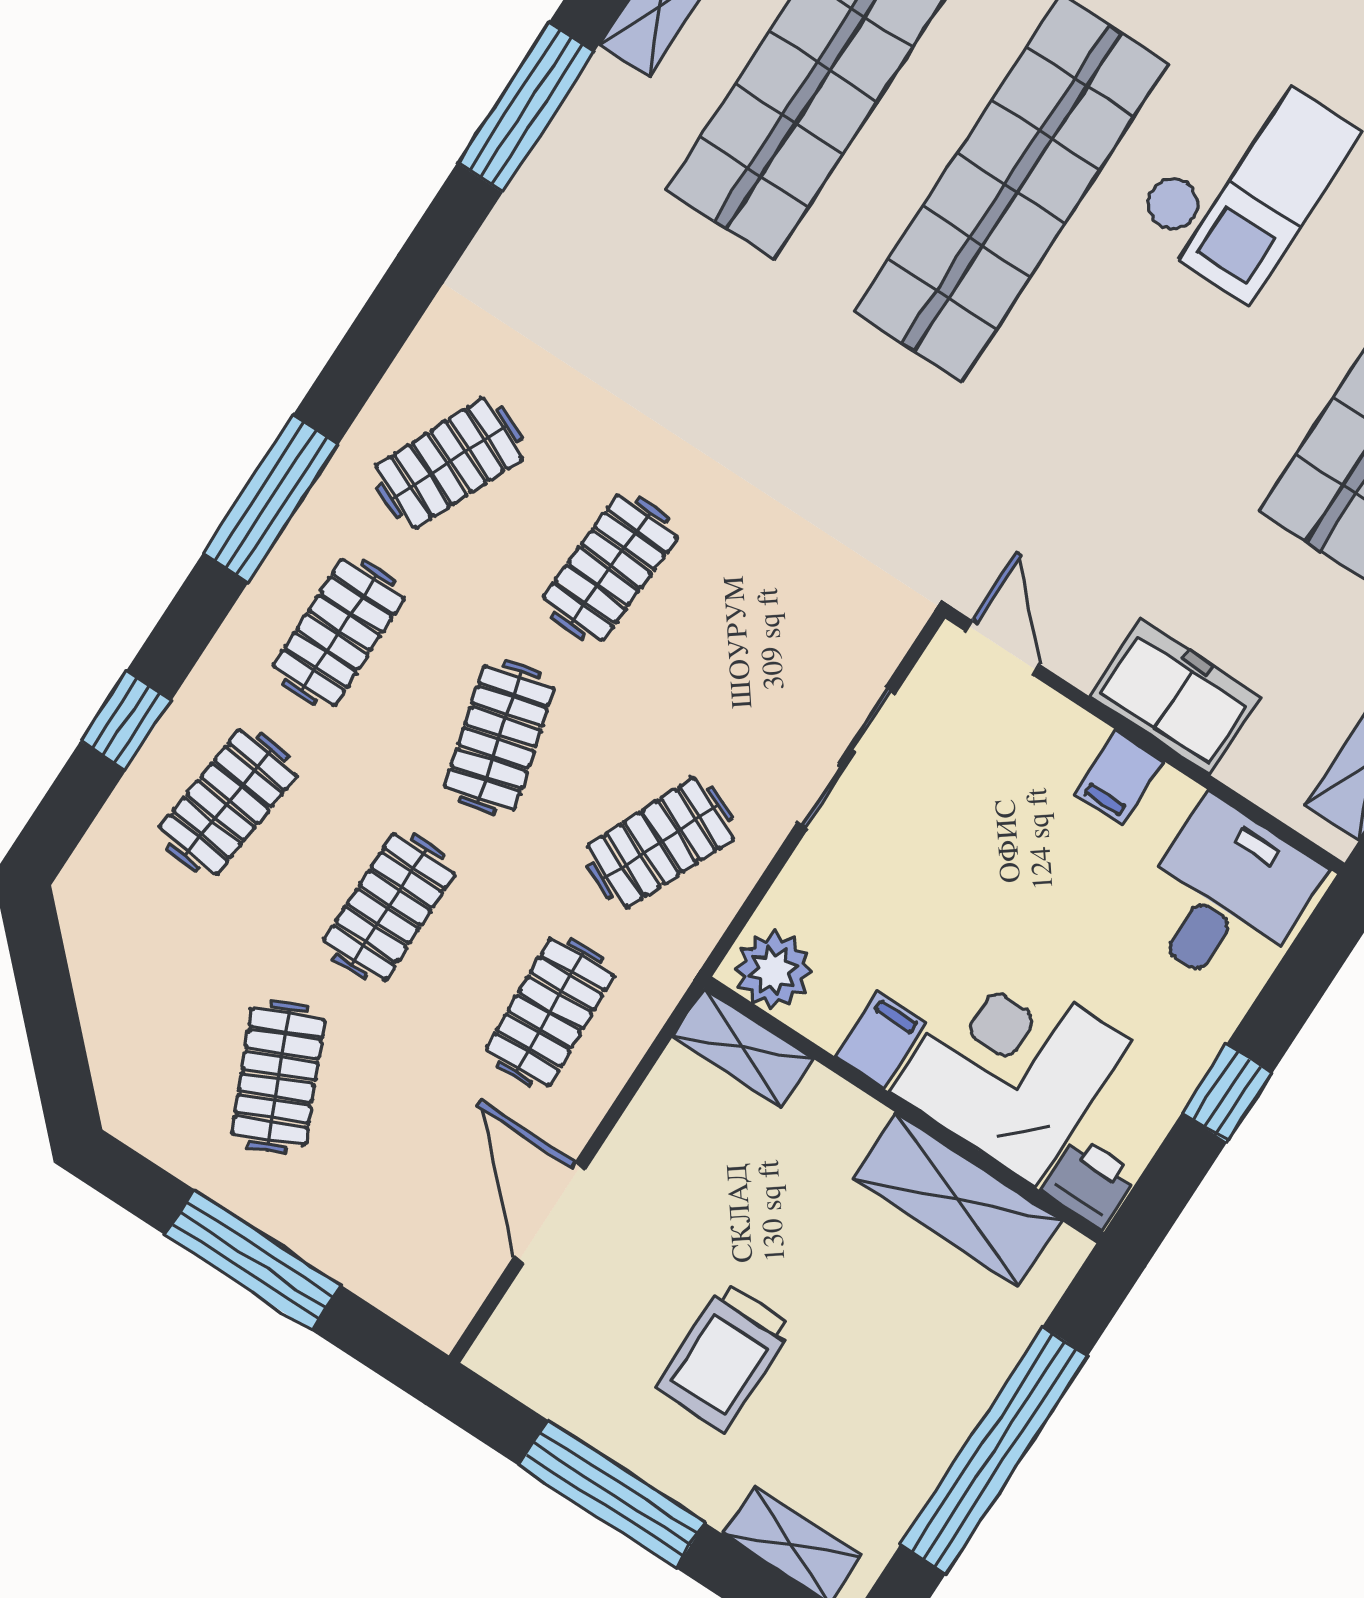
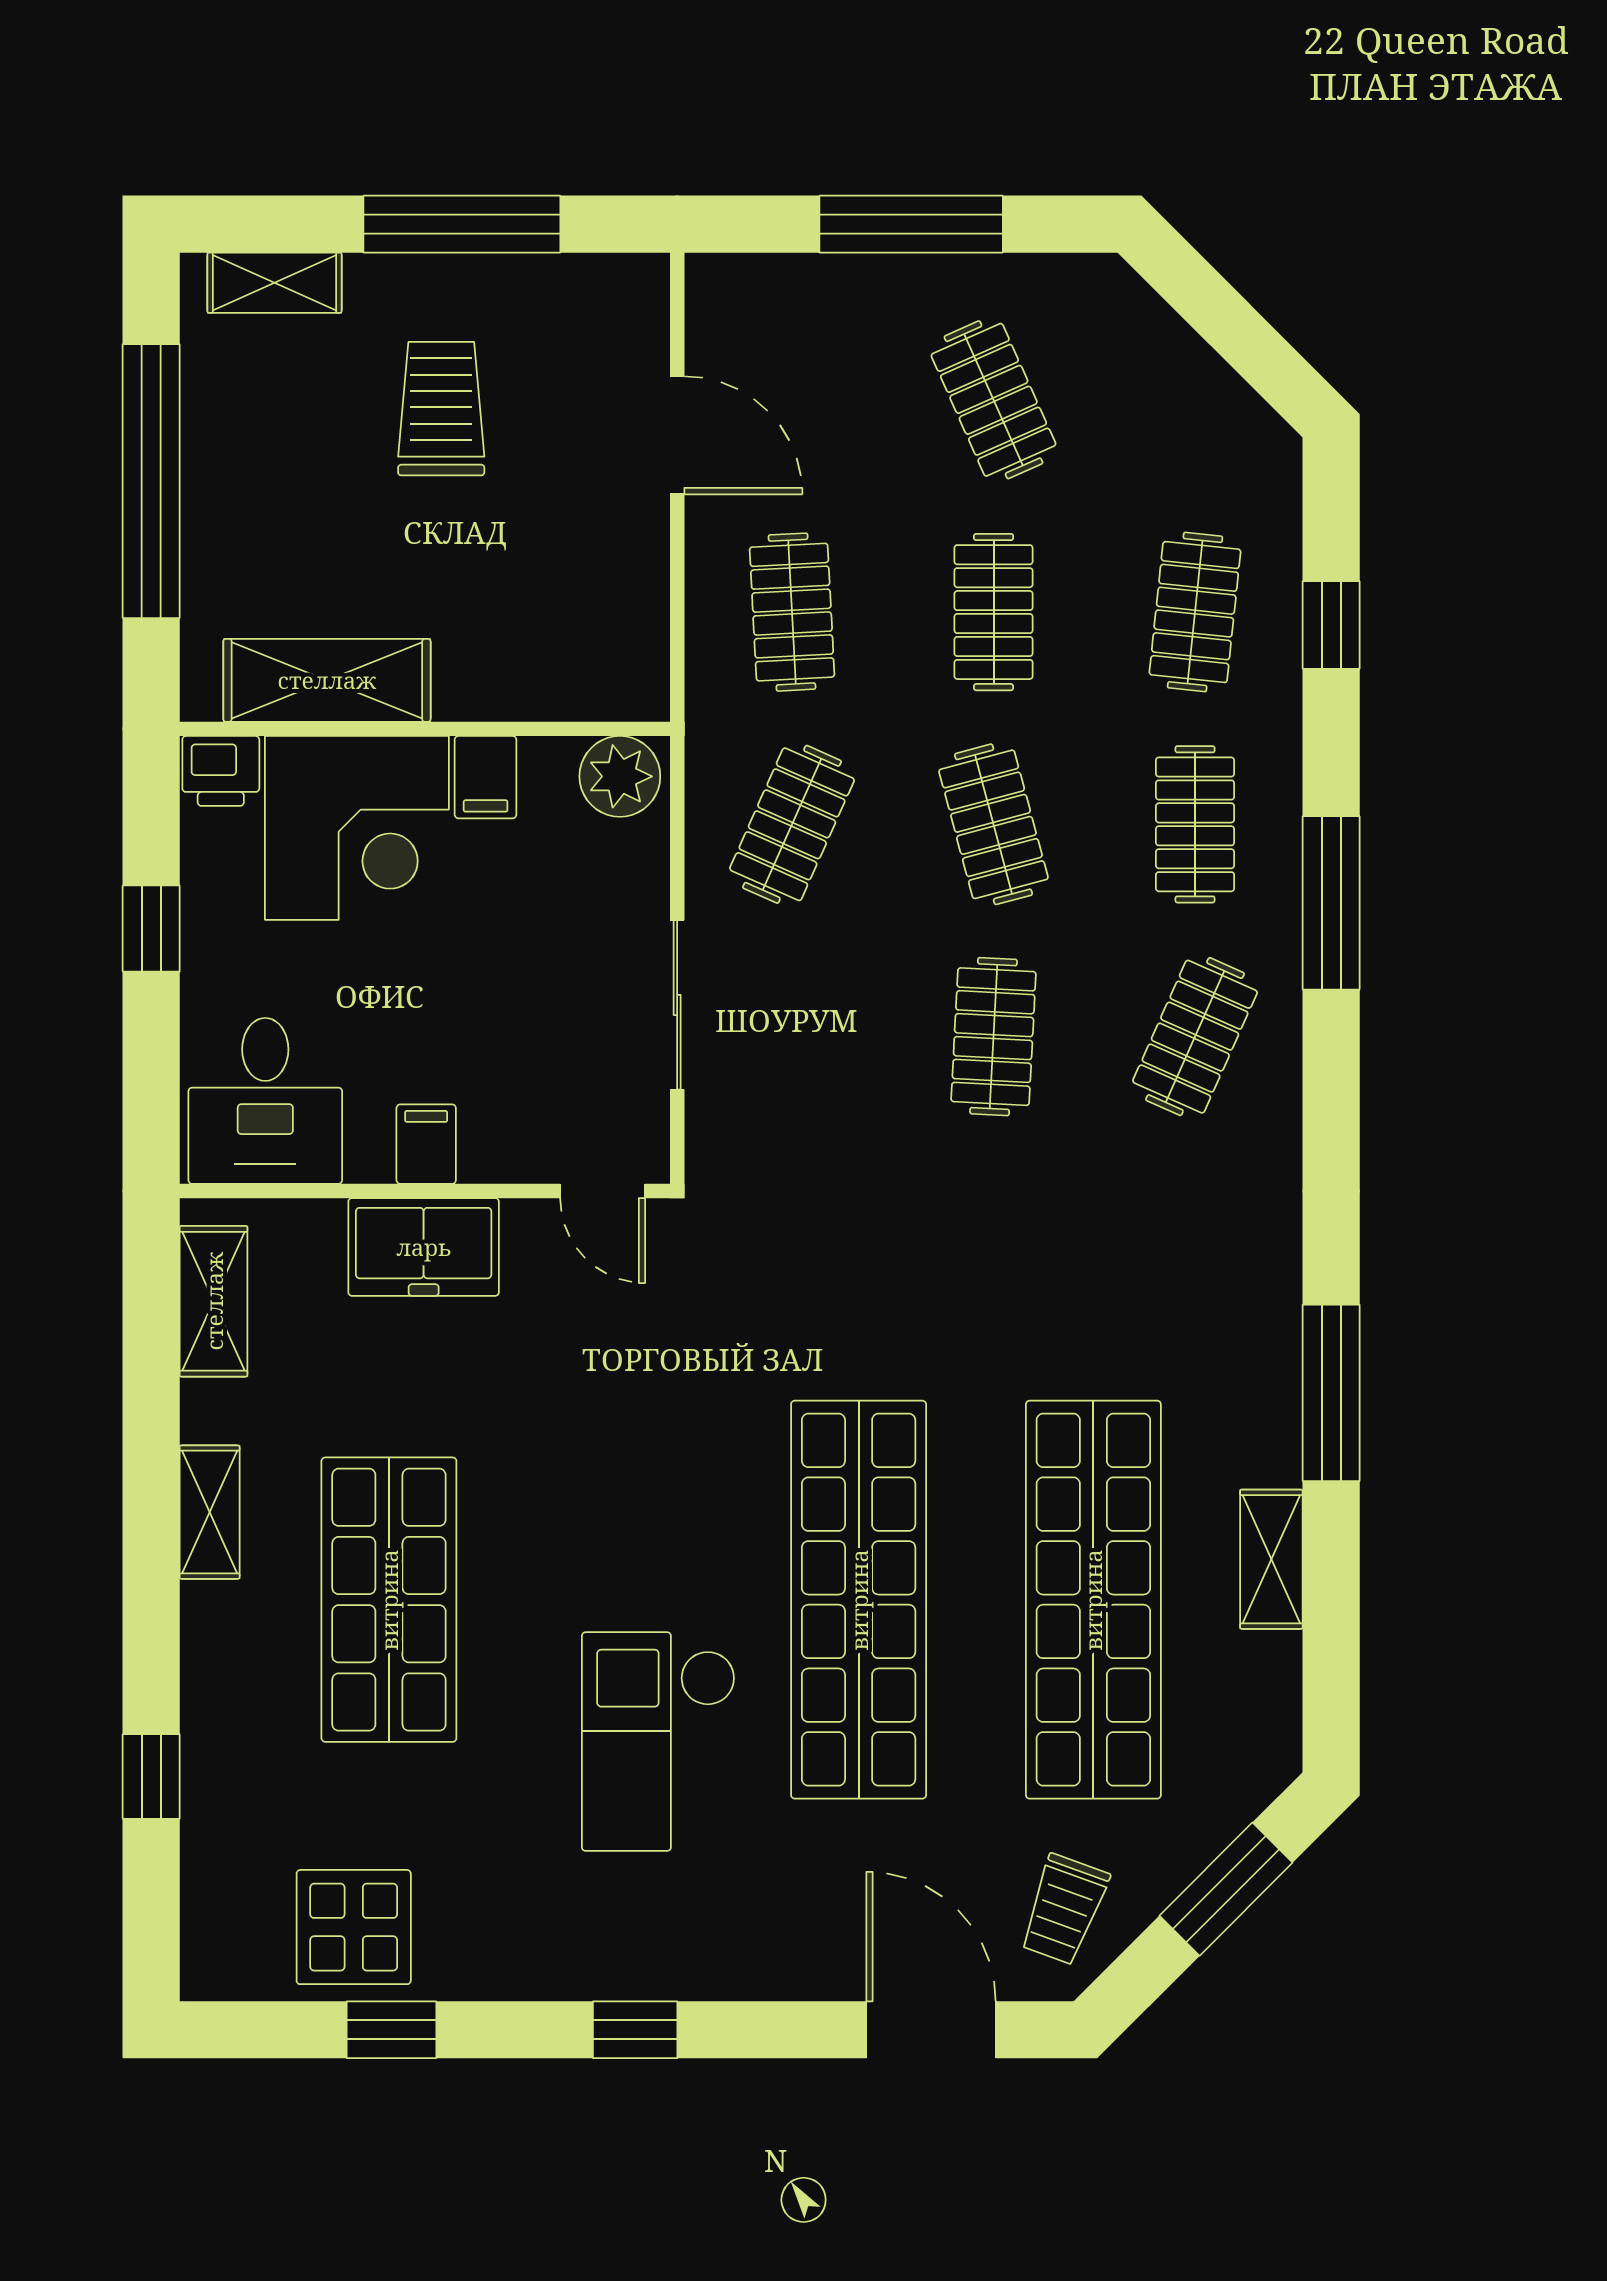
shelving: (743, 1048) -> (602, 691), removed

